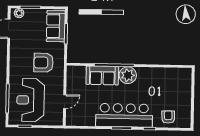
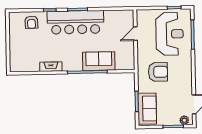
fireplace: (150, 72) -> (51, 67), added
plant: (128, 75) -> (73, 62), removed

